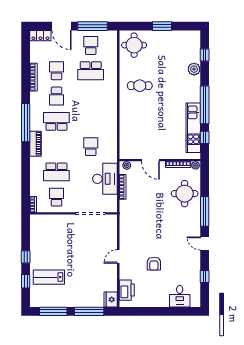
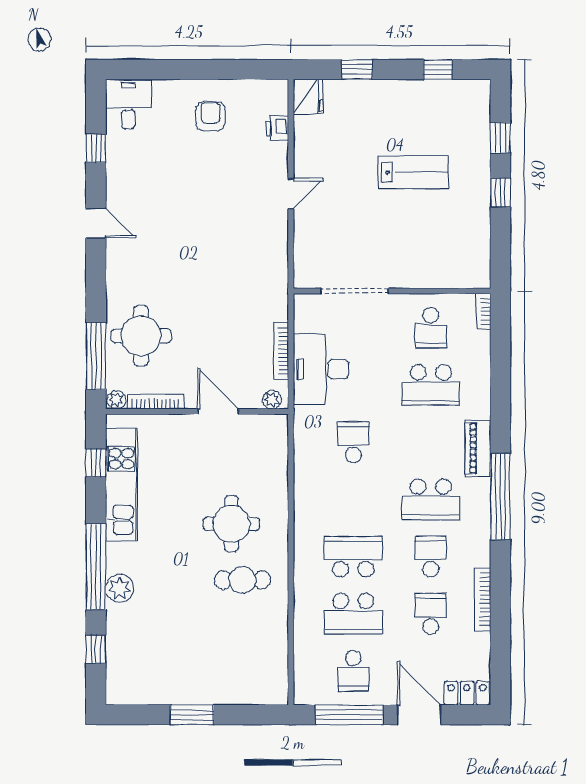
round table: (134, 45) -> (231, 524), moved
plant: (194, 69) -> (120, 588), moved
school desk: (56, 71) -> (431, 614), turned 180
school desk: (91, 71) -> (353, 614), turned 180
school desk: (91, 96) -> (353, 557), added
window: (205, 105) -> (96, 567), moved
school desk: (91, 147) -> (353, 442), turned 180
school desk: (56, 172) -> (431, 385), turned 180
window: (205, 211) -> (96, 356), moved
armchair: (154, 264) -> (210, 116), moved
lab bench: (49, 277) -> (413, 172), moved
printer: (127, 290) -> (277, 129), width x0.53, depth x0.68
desk: (180, 296) -> (128, 104), moved
window: (53, 311) -> (438, 70), width x0.46
window: (89, 311) -> (357, 70), width x0.46

